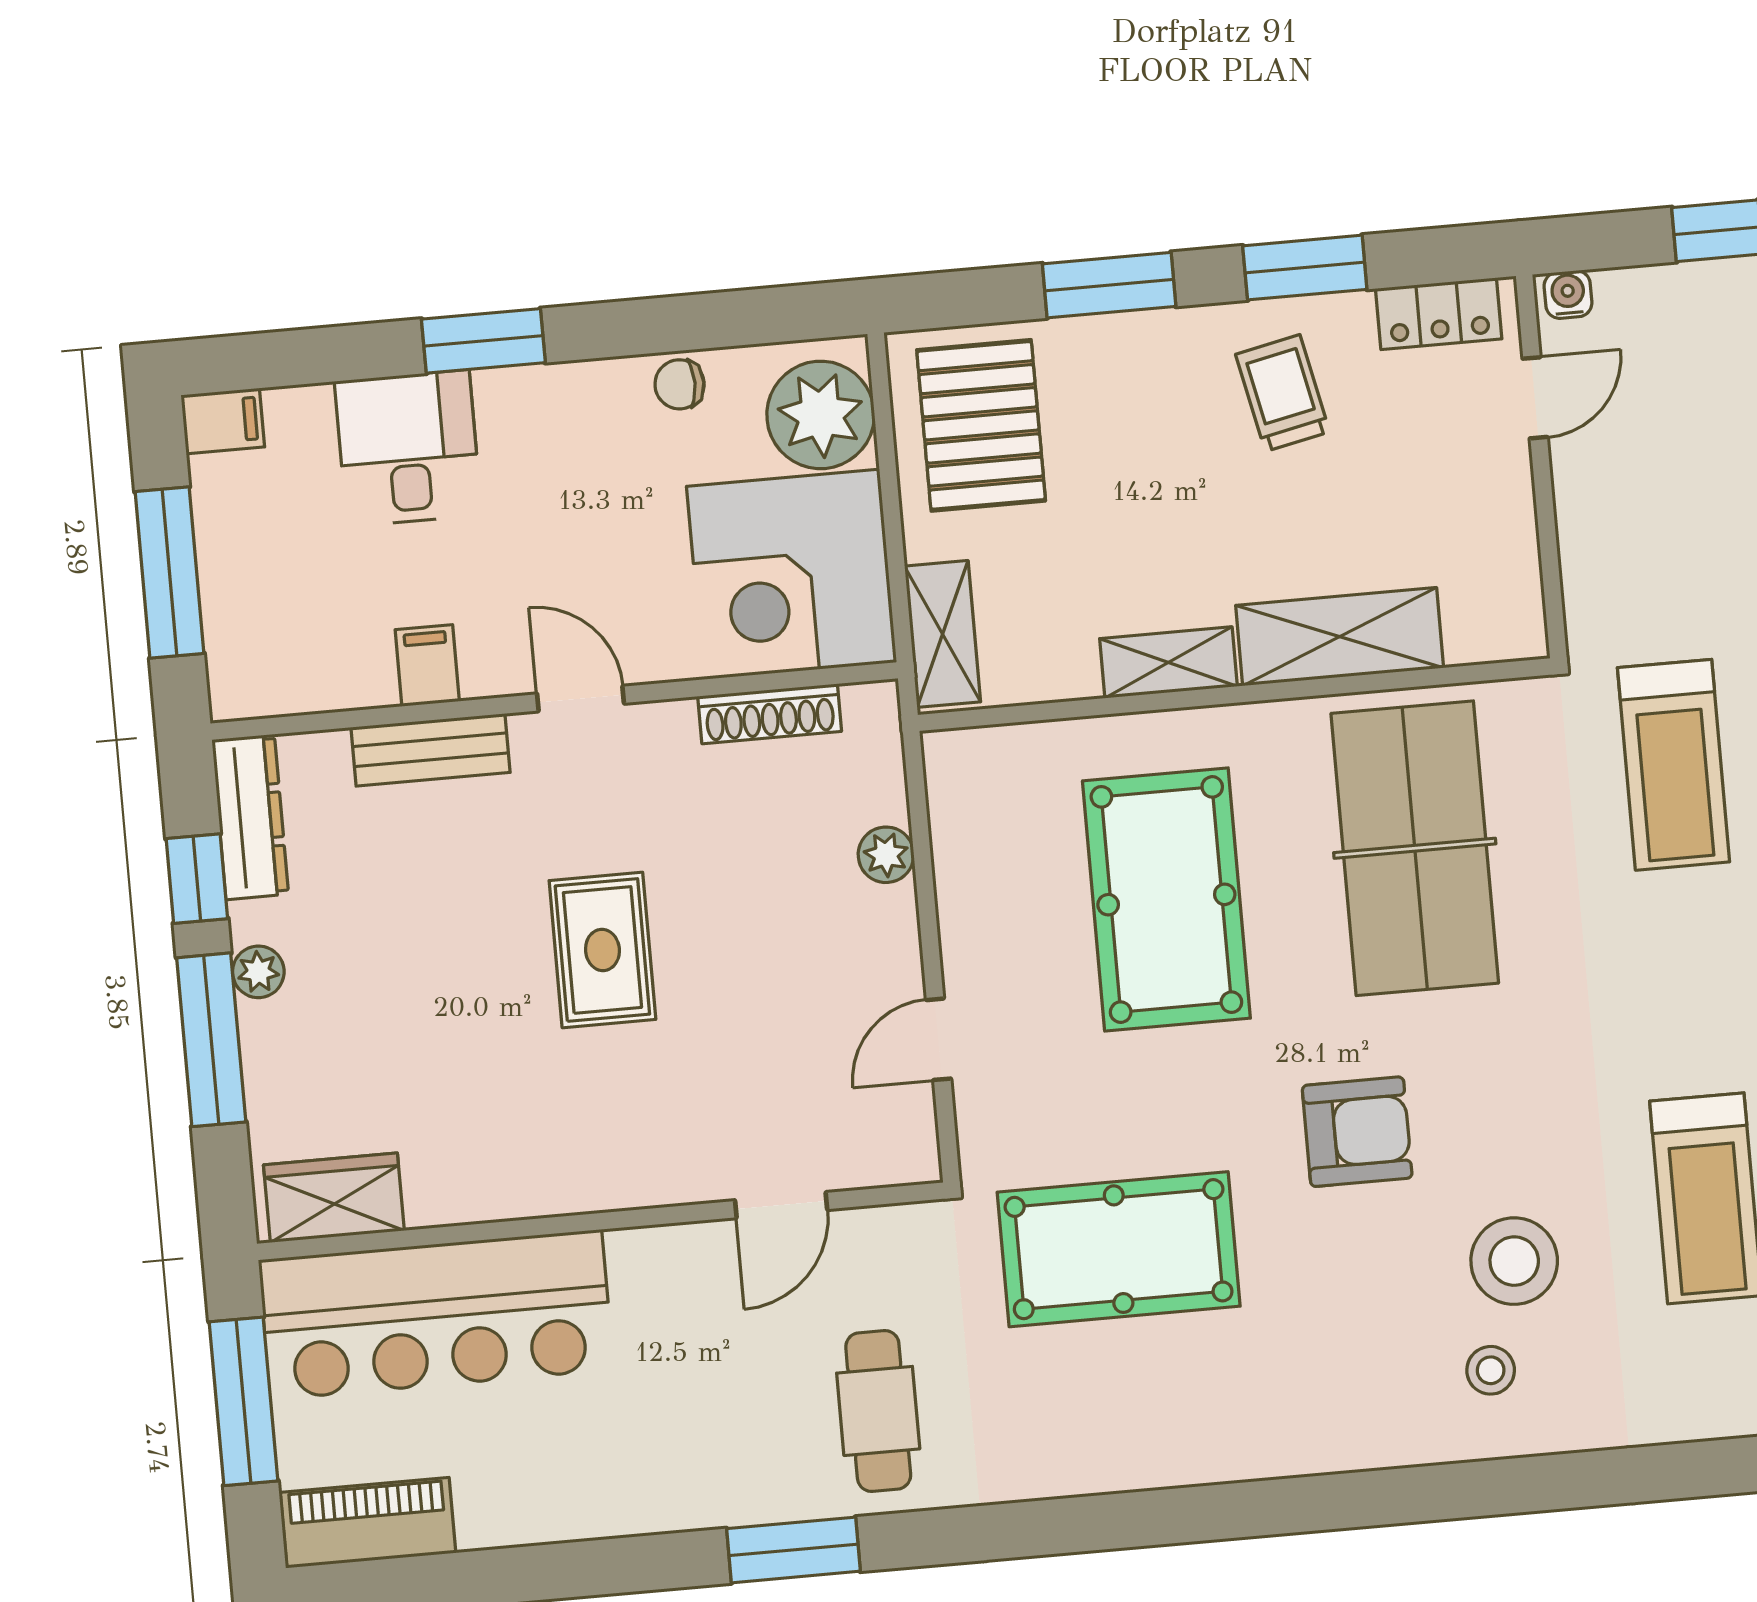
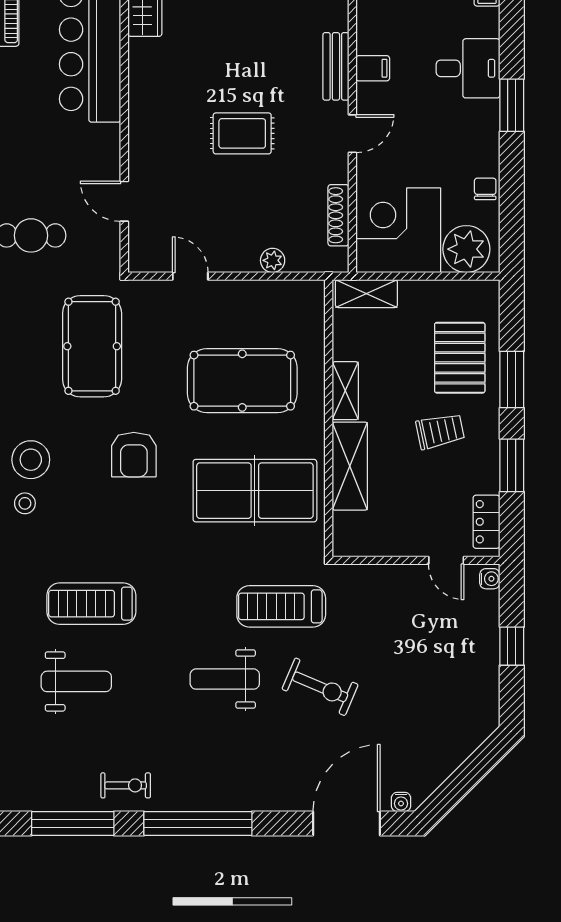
trolley: (1283, 393) -> (440, 431), moved
pallet: (981, 425) -> (460, 358), moved, turned 90
stool: (1514, 1261) -> (31, 460), moved

